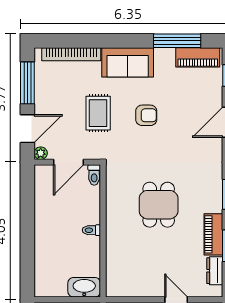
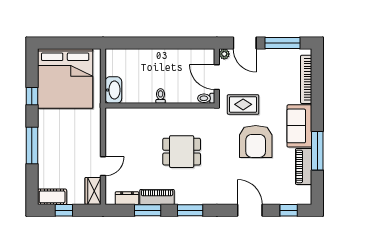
window: (177, 41) -> (317, 151), moved
piano: (198, 57) -> (304, 166), moved
rug: (98, 113) -> (243, 104), moved
armchair: (146, 115) -> (256, 141), width x1.88, depth x1.88

